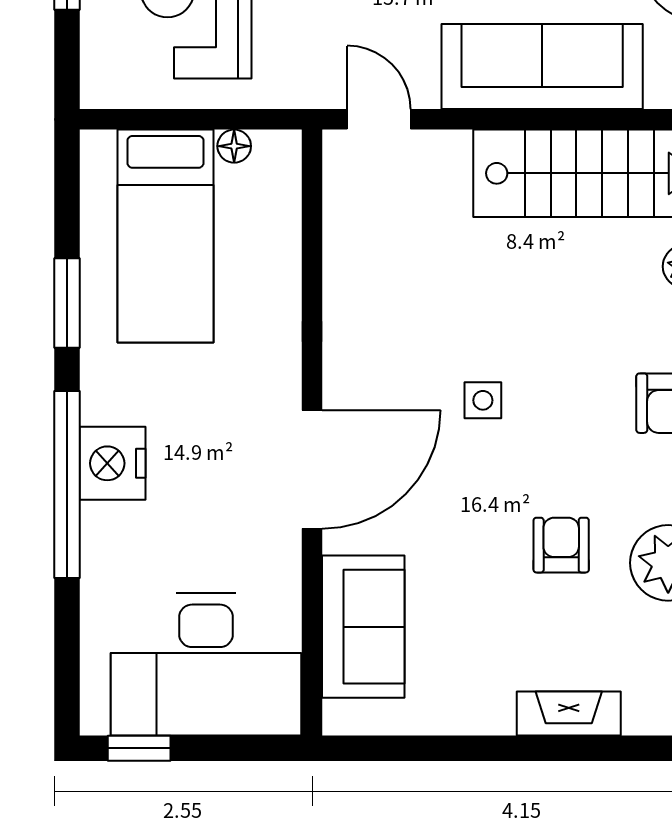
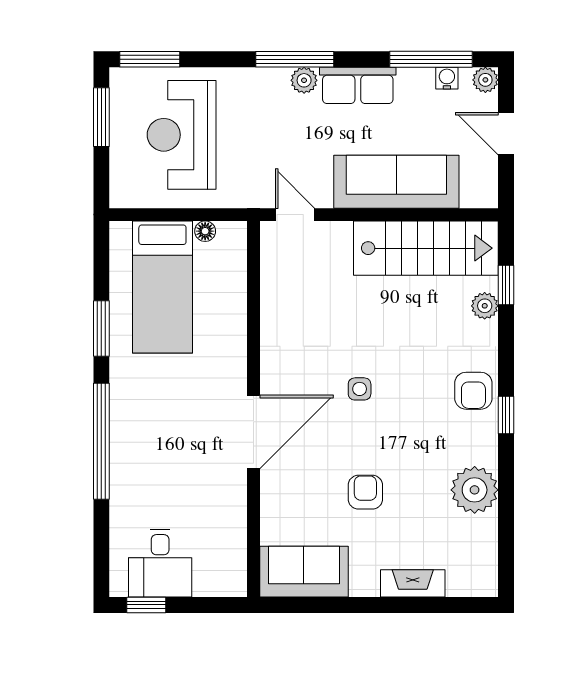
nightstand: (112, 463) -> (130, 428), removed
armchair: (561, 545) -> (365, 492), moved
sofa: (363, 627) -> (304, 572), moved, turned -90
desk: (206, 664) -> (160, 563), width x0.53, depth x0.77

